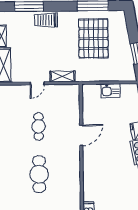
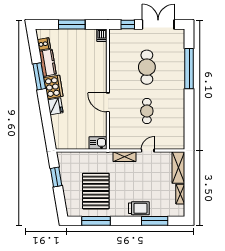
kitchen sink: (111, 91) -> (98, 143), moved
door: (81, 135) -> (108, 102), hinge flipped

